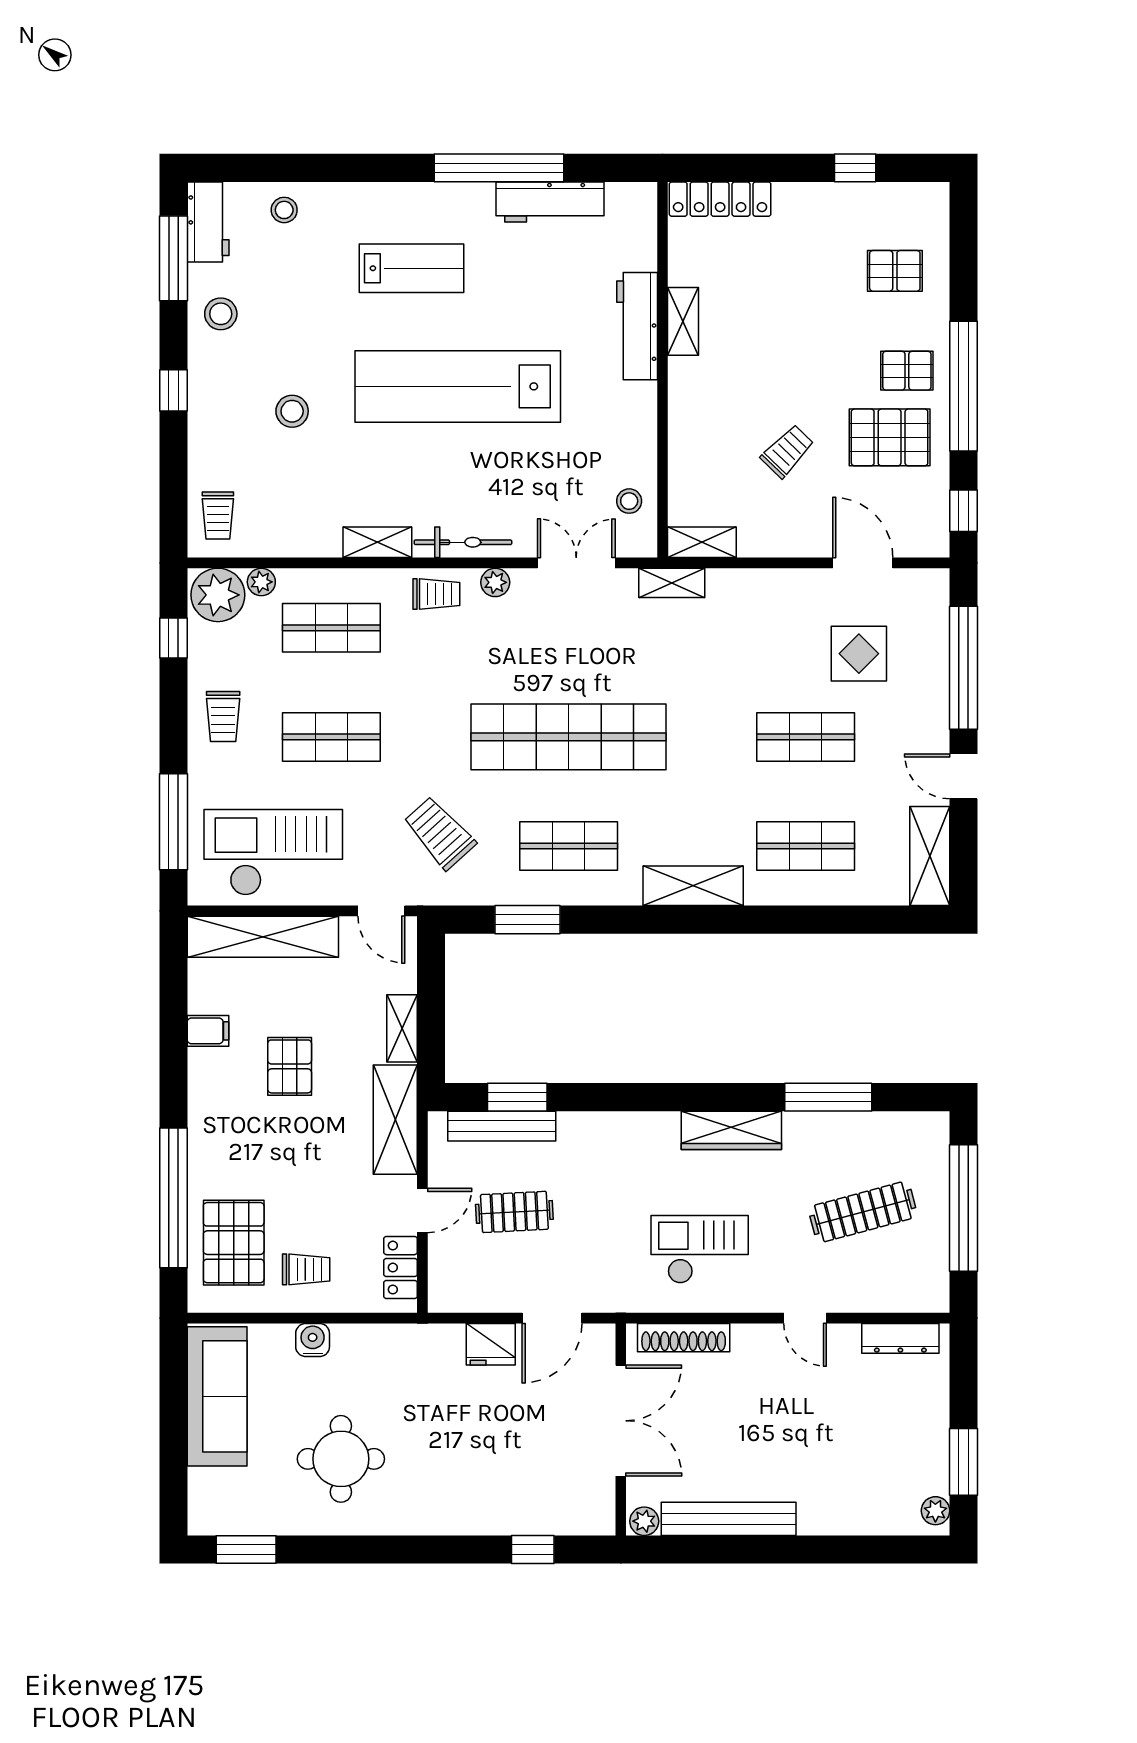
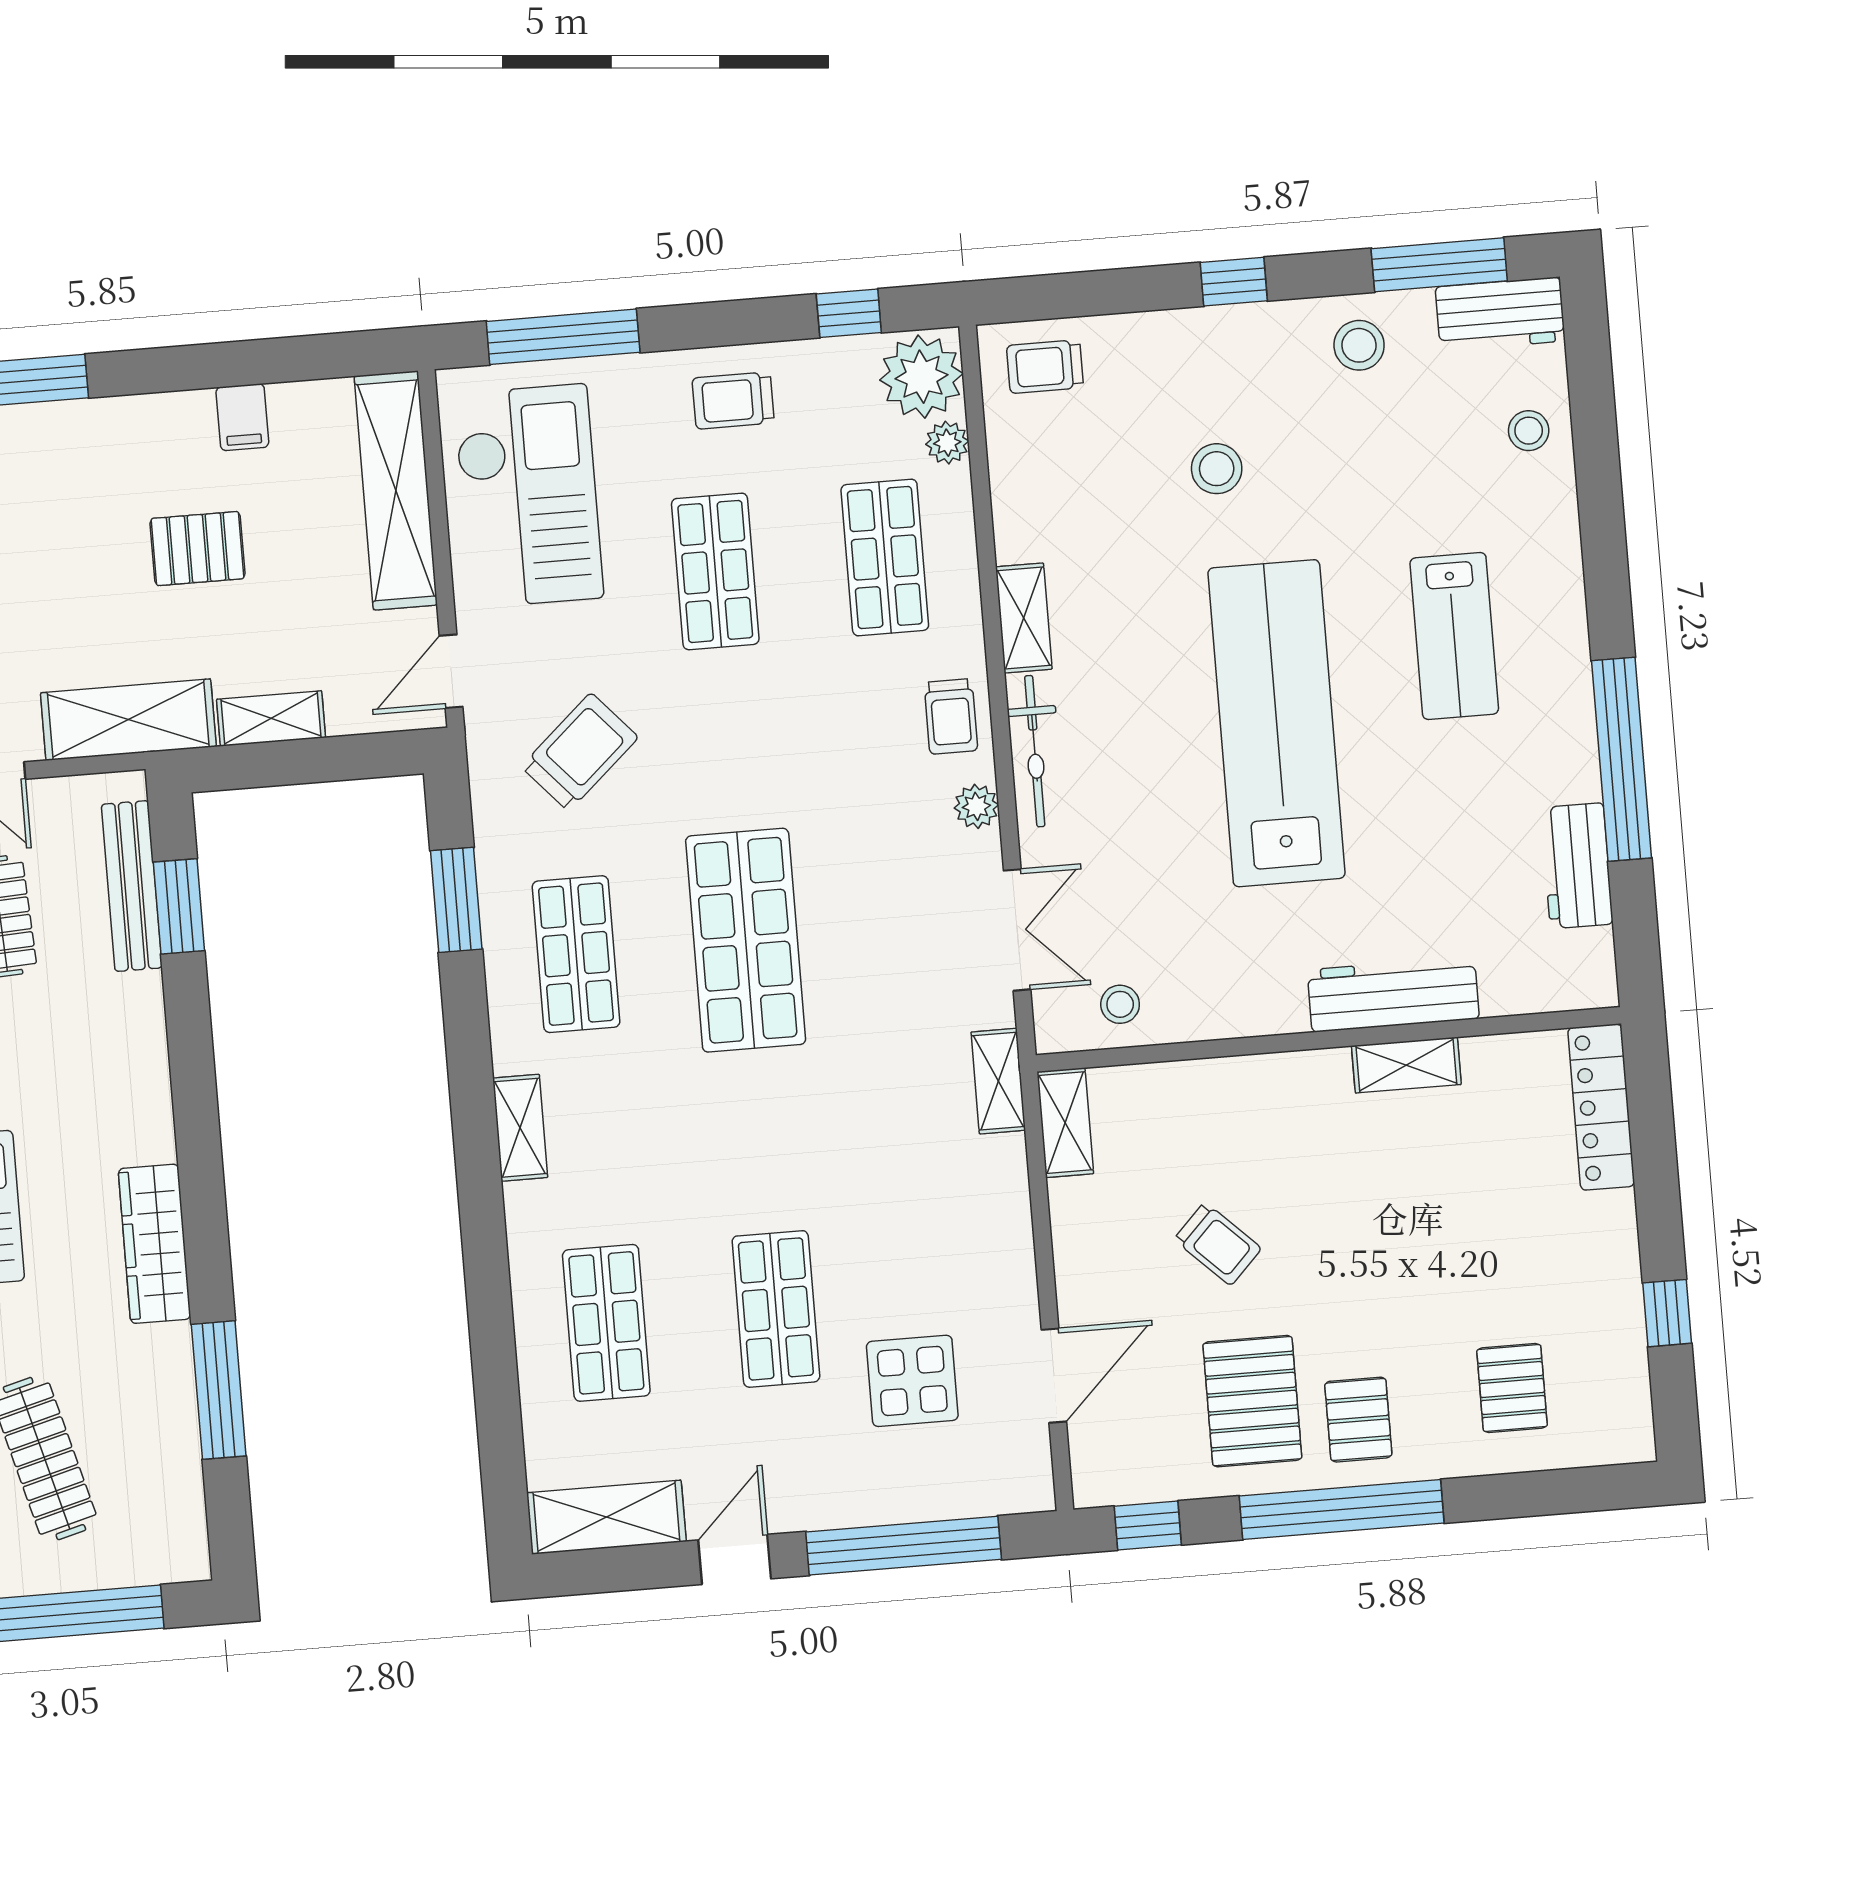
workbench: (550, 202) -> (1577, 866), width x0.73
shop shelf: (569, 737) -> (746, 940), width x0.71
shelving: (693, 886) -> (520, 1128), width x0.67, depth x0.75

